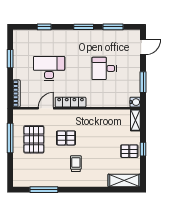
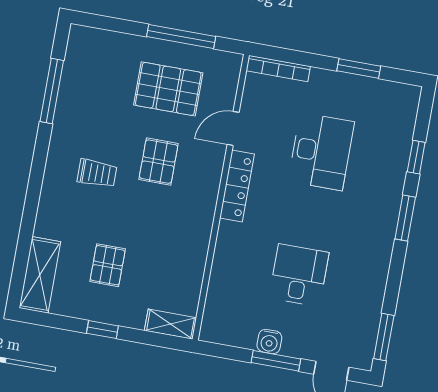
window: (84, 27) -> (405, 218), moved
window: (113, 27) -> (384, 337), moved
window: (143, 82) -> (276, 361), moved
water cooler: (135, 102) -> (269, 341), moved
door: (46, 108) -> (233, 128), swing flipped
pallet: (129, 151) -> (108, 265), moved

